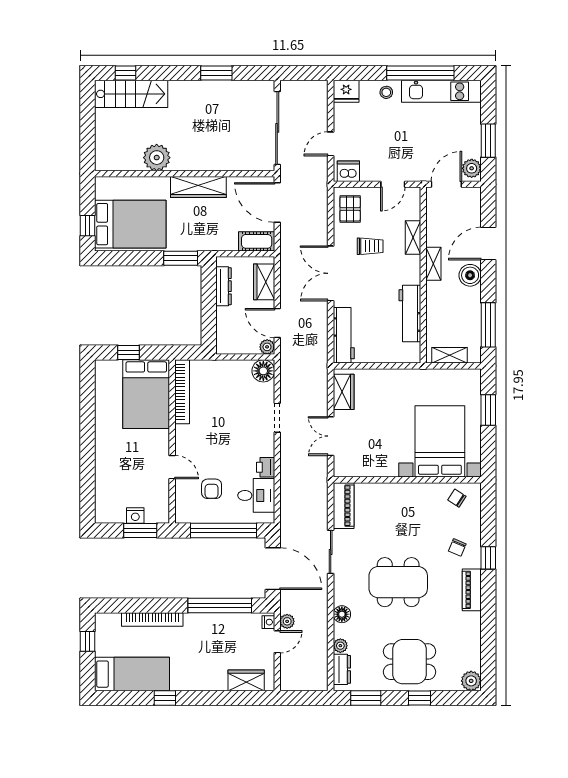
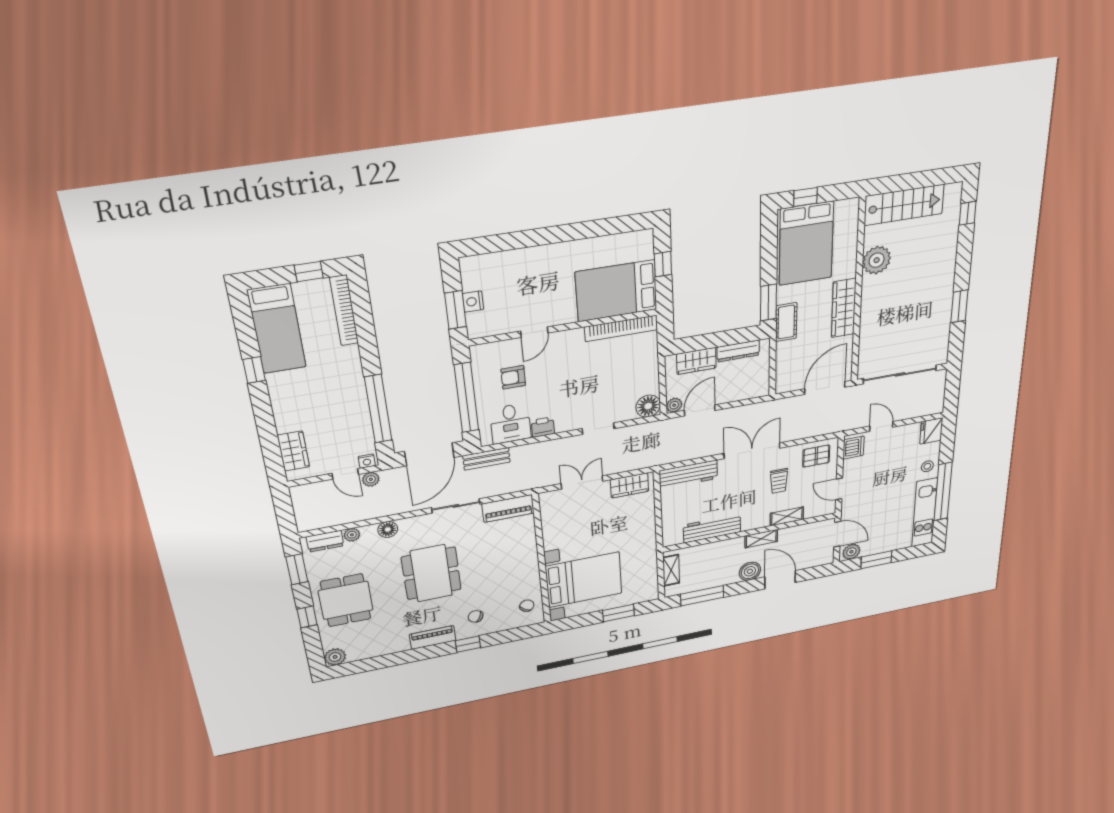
stairs: (131, 94) -> (904, 205), moved, turned -90
cot: (257, 241) -> (786, 322), moved
wardrobe: (264, 282) -> (696, 361), moved, turned 180
bench: (288, 520) -> (486, 459), added
bookcase: (152, 619) -> (344, 310), moved

